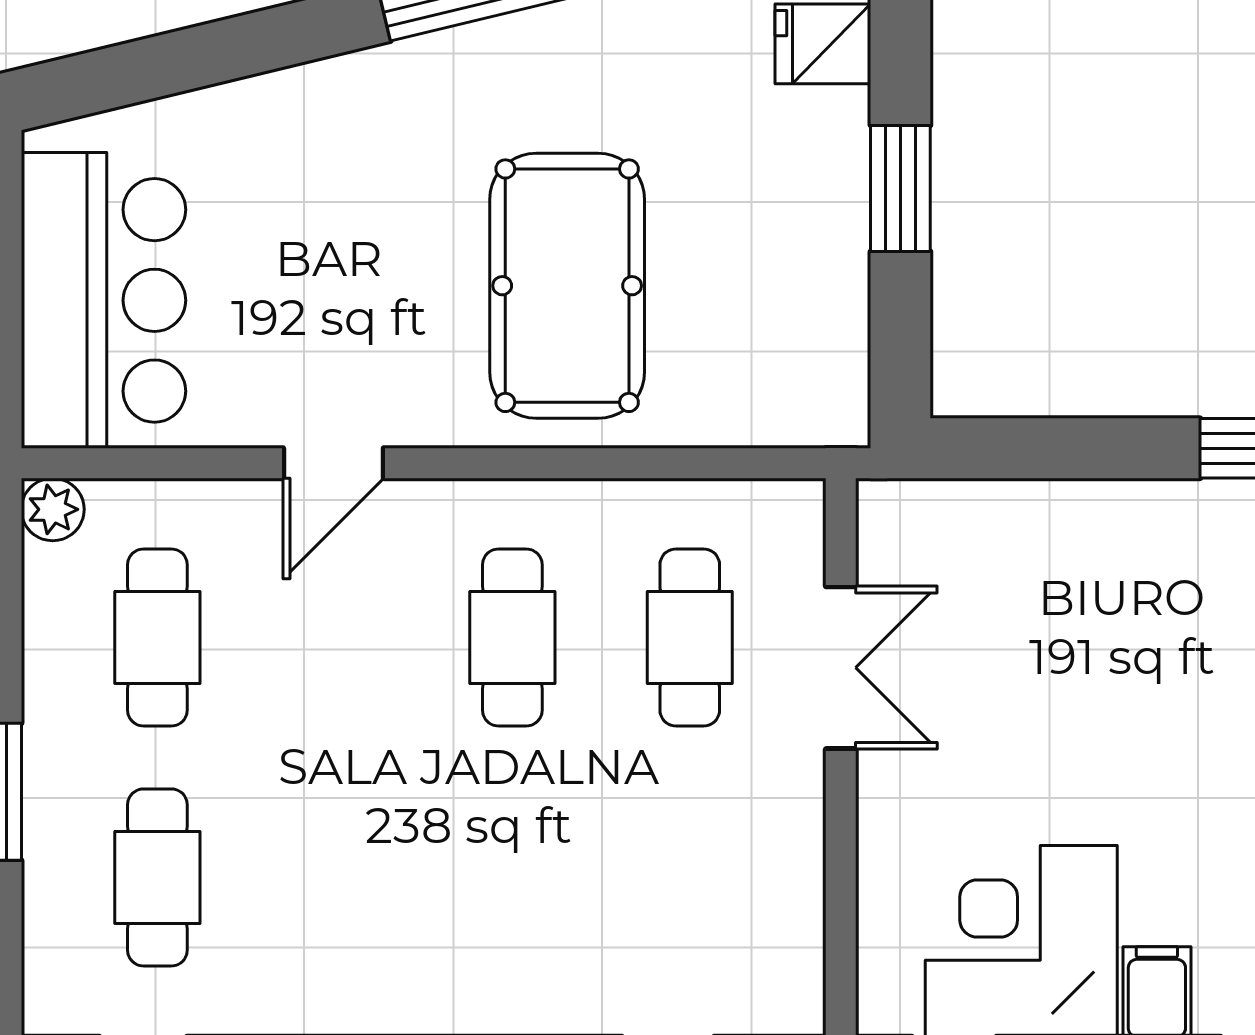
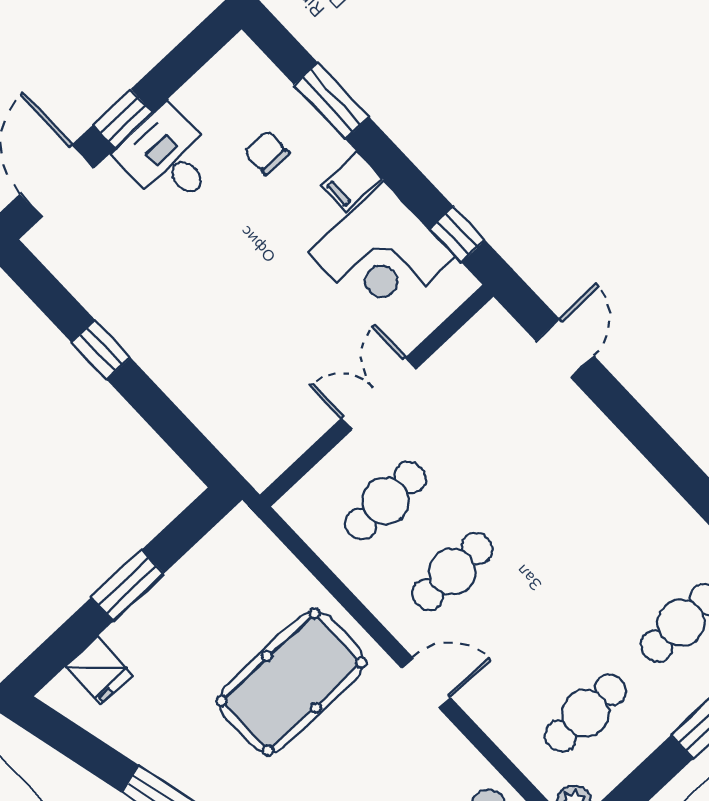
door: (333, 463) -> (426, 683), moved
double door: (841, 668) -> (379, 393), moved

